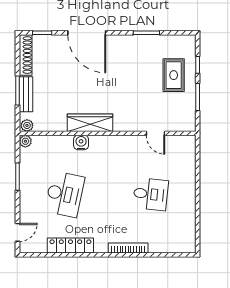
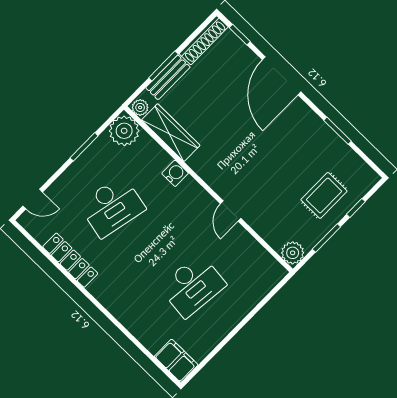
wardrobe: (90, 123) -> (171, 133), moved
plant: (187, 123) -> (293, 253), added
door: (156, 133) -> (231, 211), moved
plant: (25, 141) -> (124, 131), width x1.88, depth x1.88
desk: (151, 194) -> (193, 286), width x1.37
filing cabinet: (182, 244) -> (176, 361), added
bookcase: (128, 248) -> (122, 316), removed

